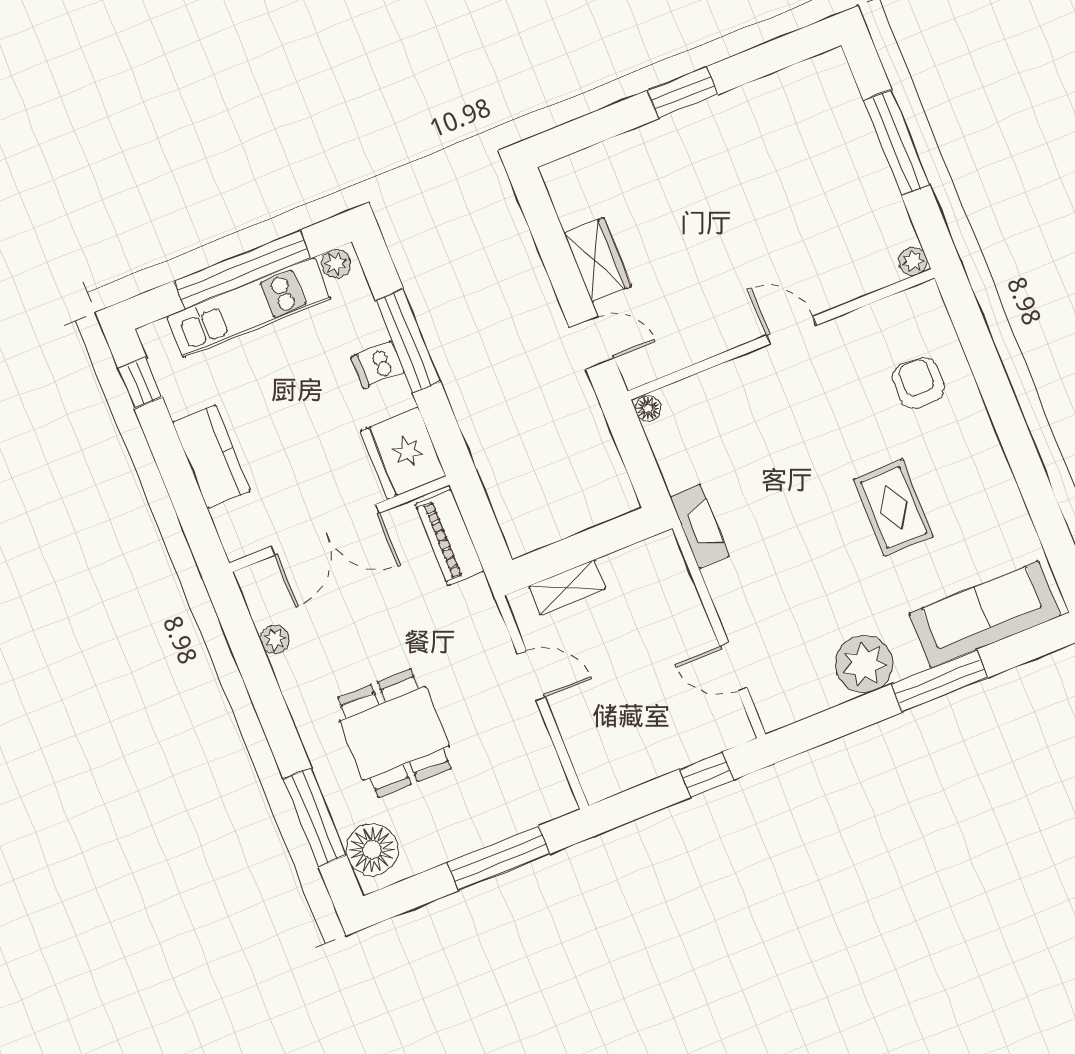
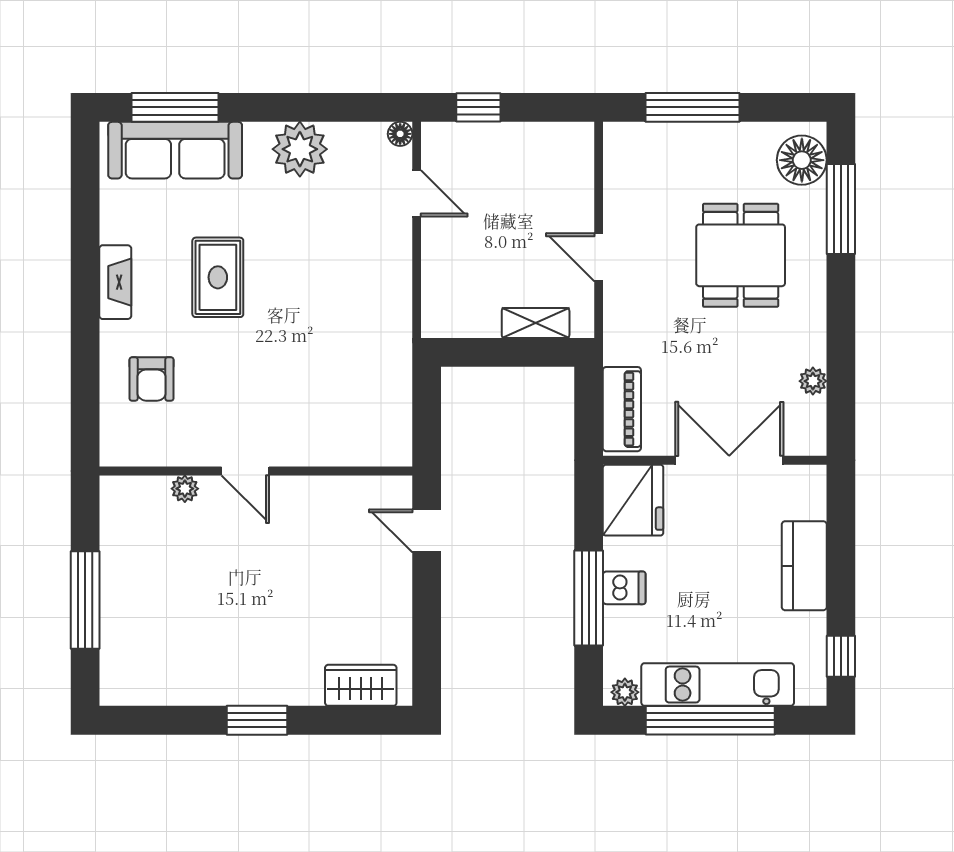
wardrobe: (598, 260) -> (361, 685), moved, turned 90
plant: (913, 261) -> (185, 489), moved
floor lamp: (648, 408) -> (400, 134), moved
fireplace: (699, 526) -> (115, 282), moved, turned 180
window: (940, 681) -> (175, 107), moved

